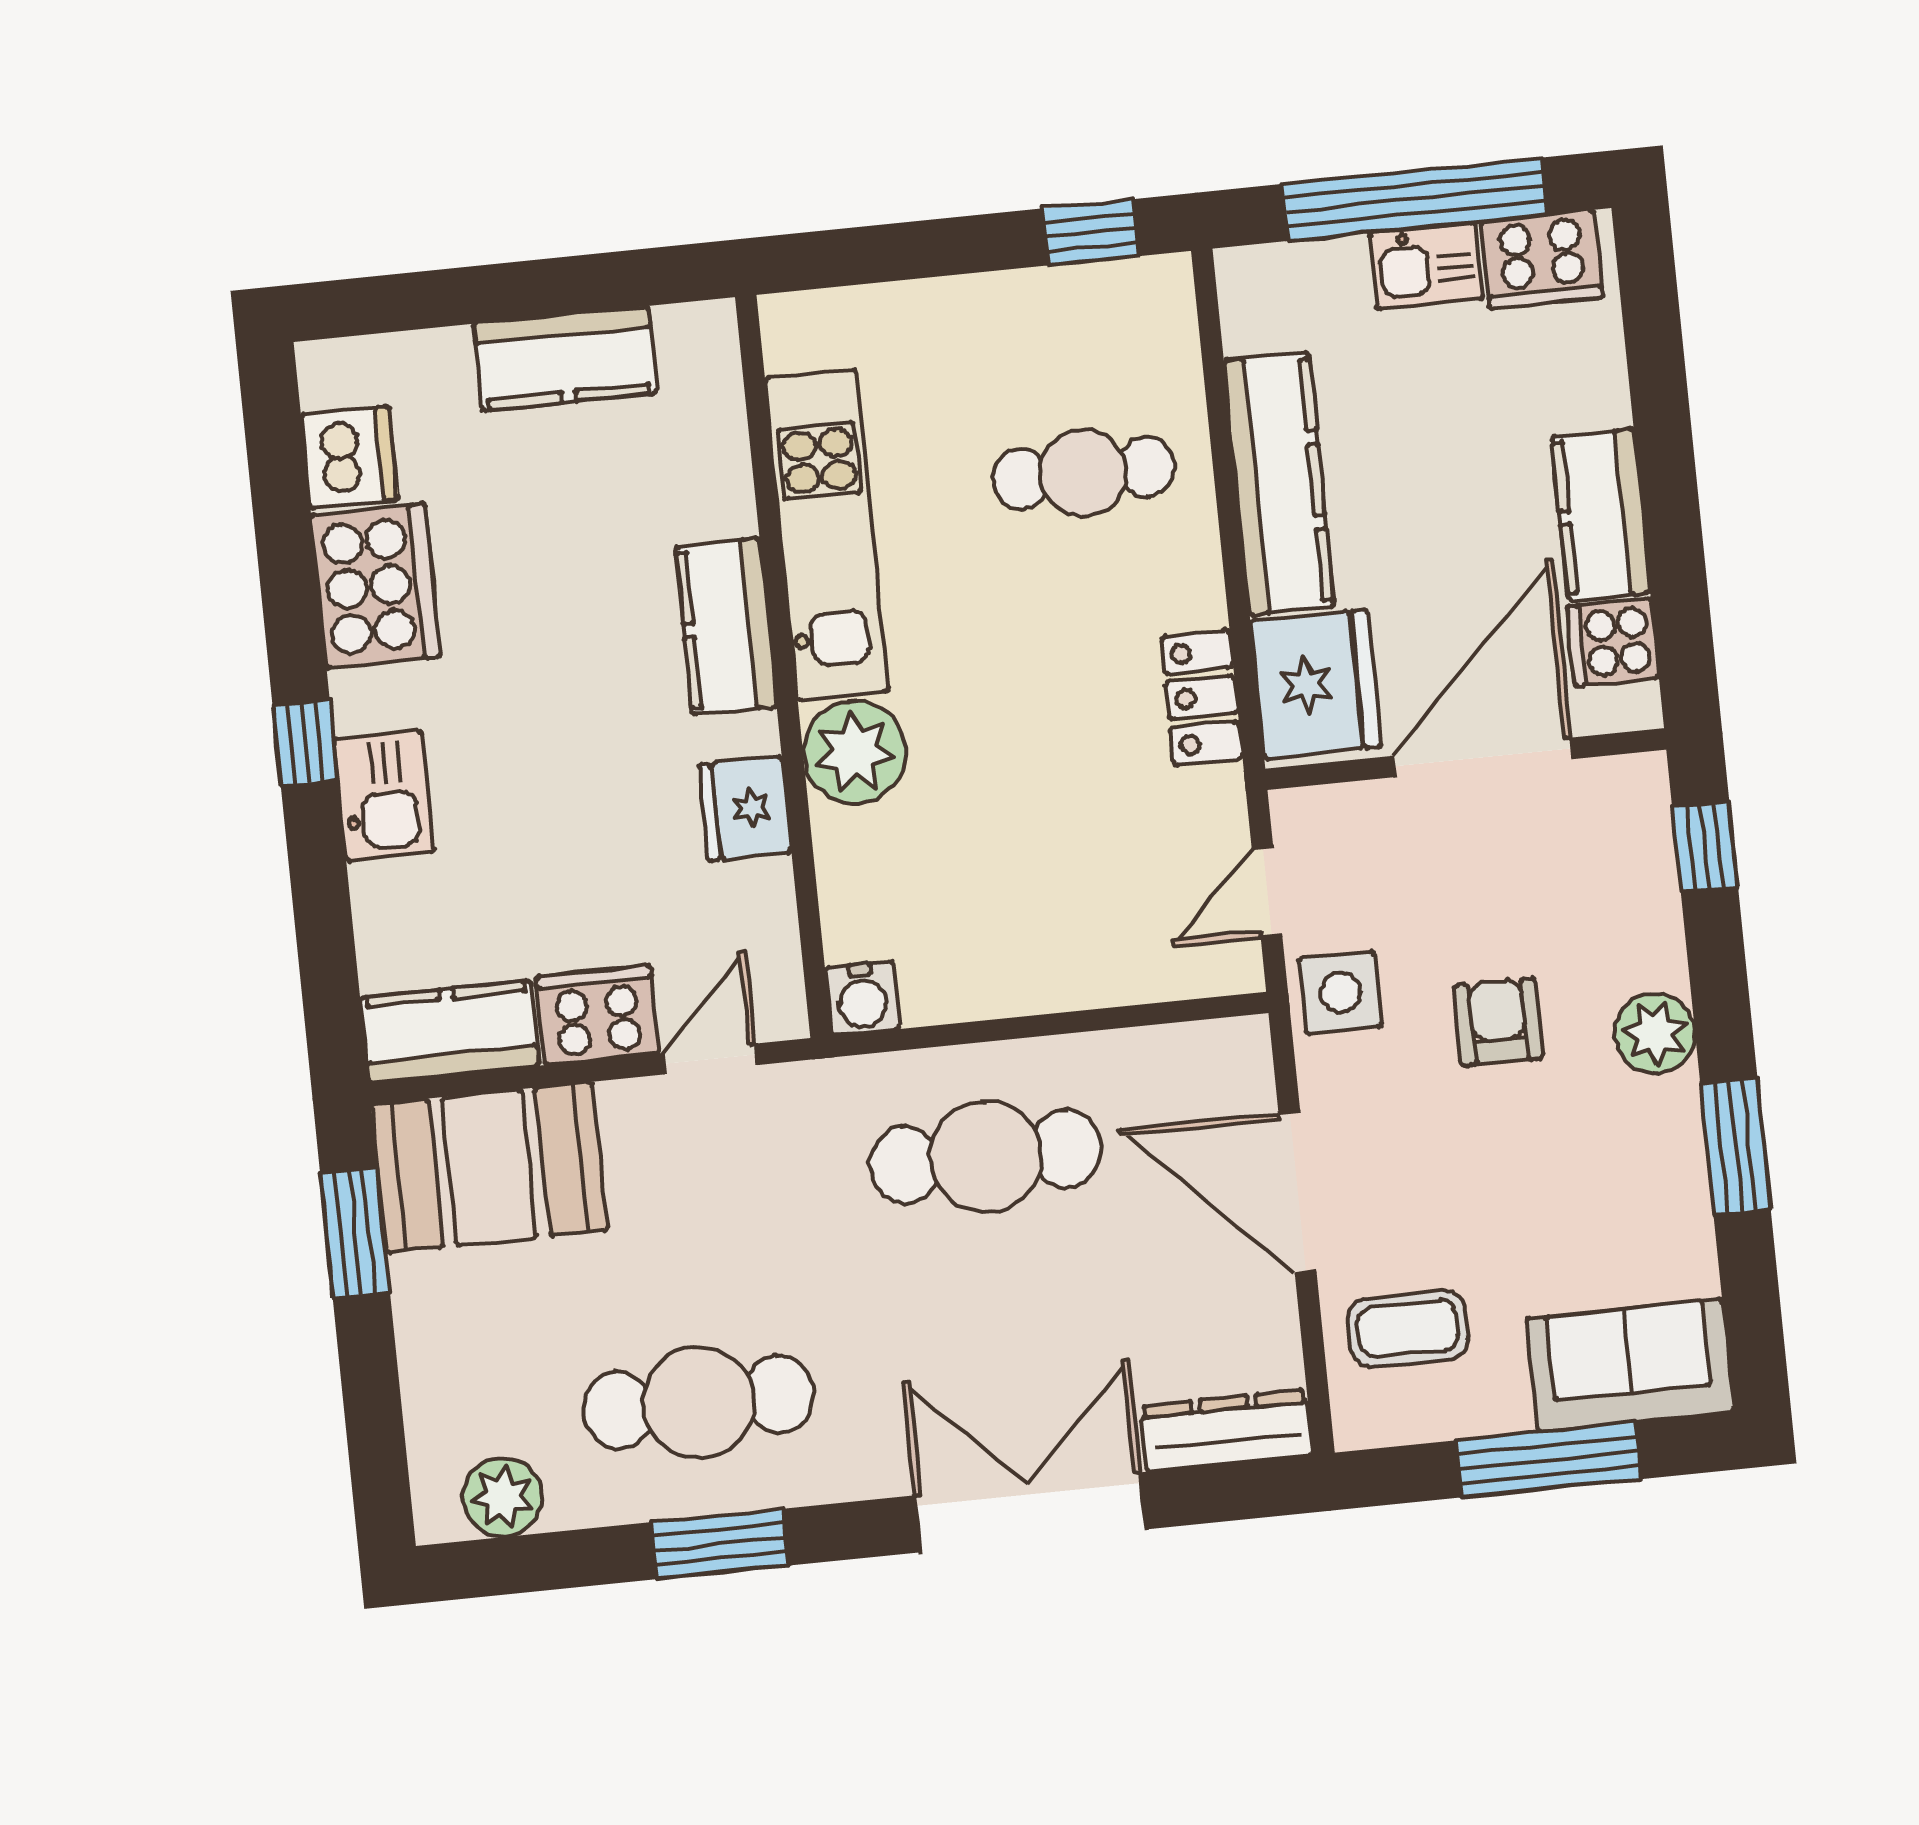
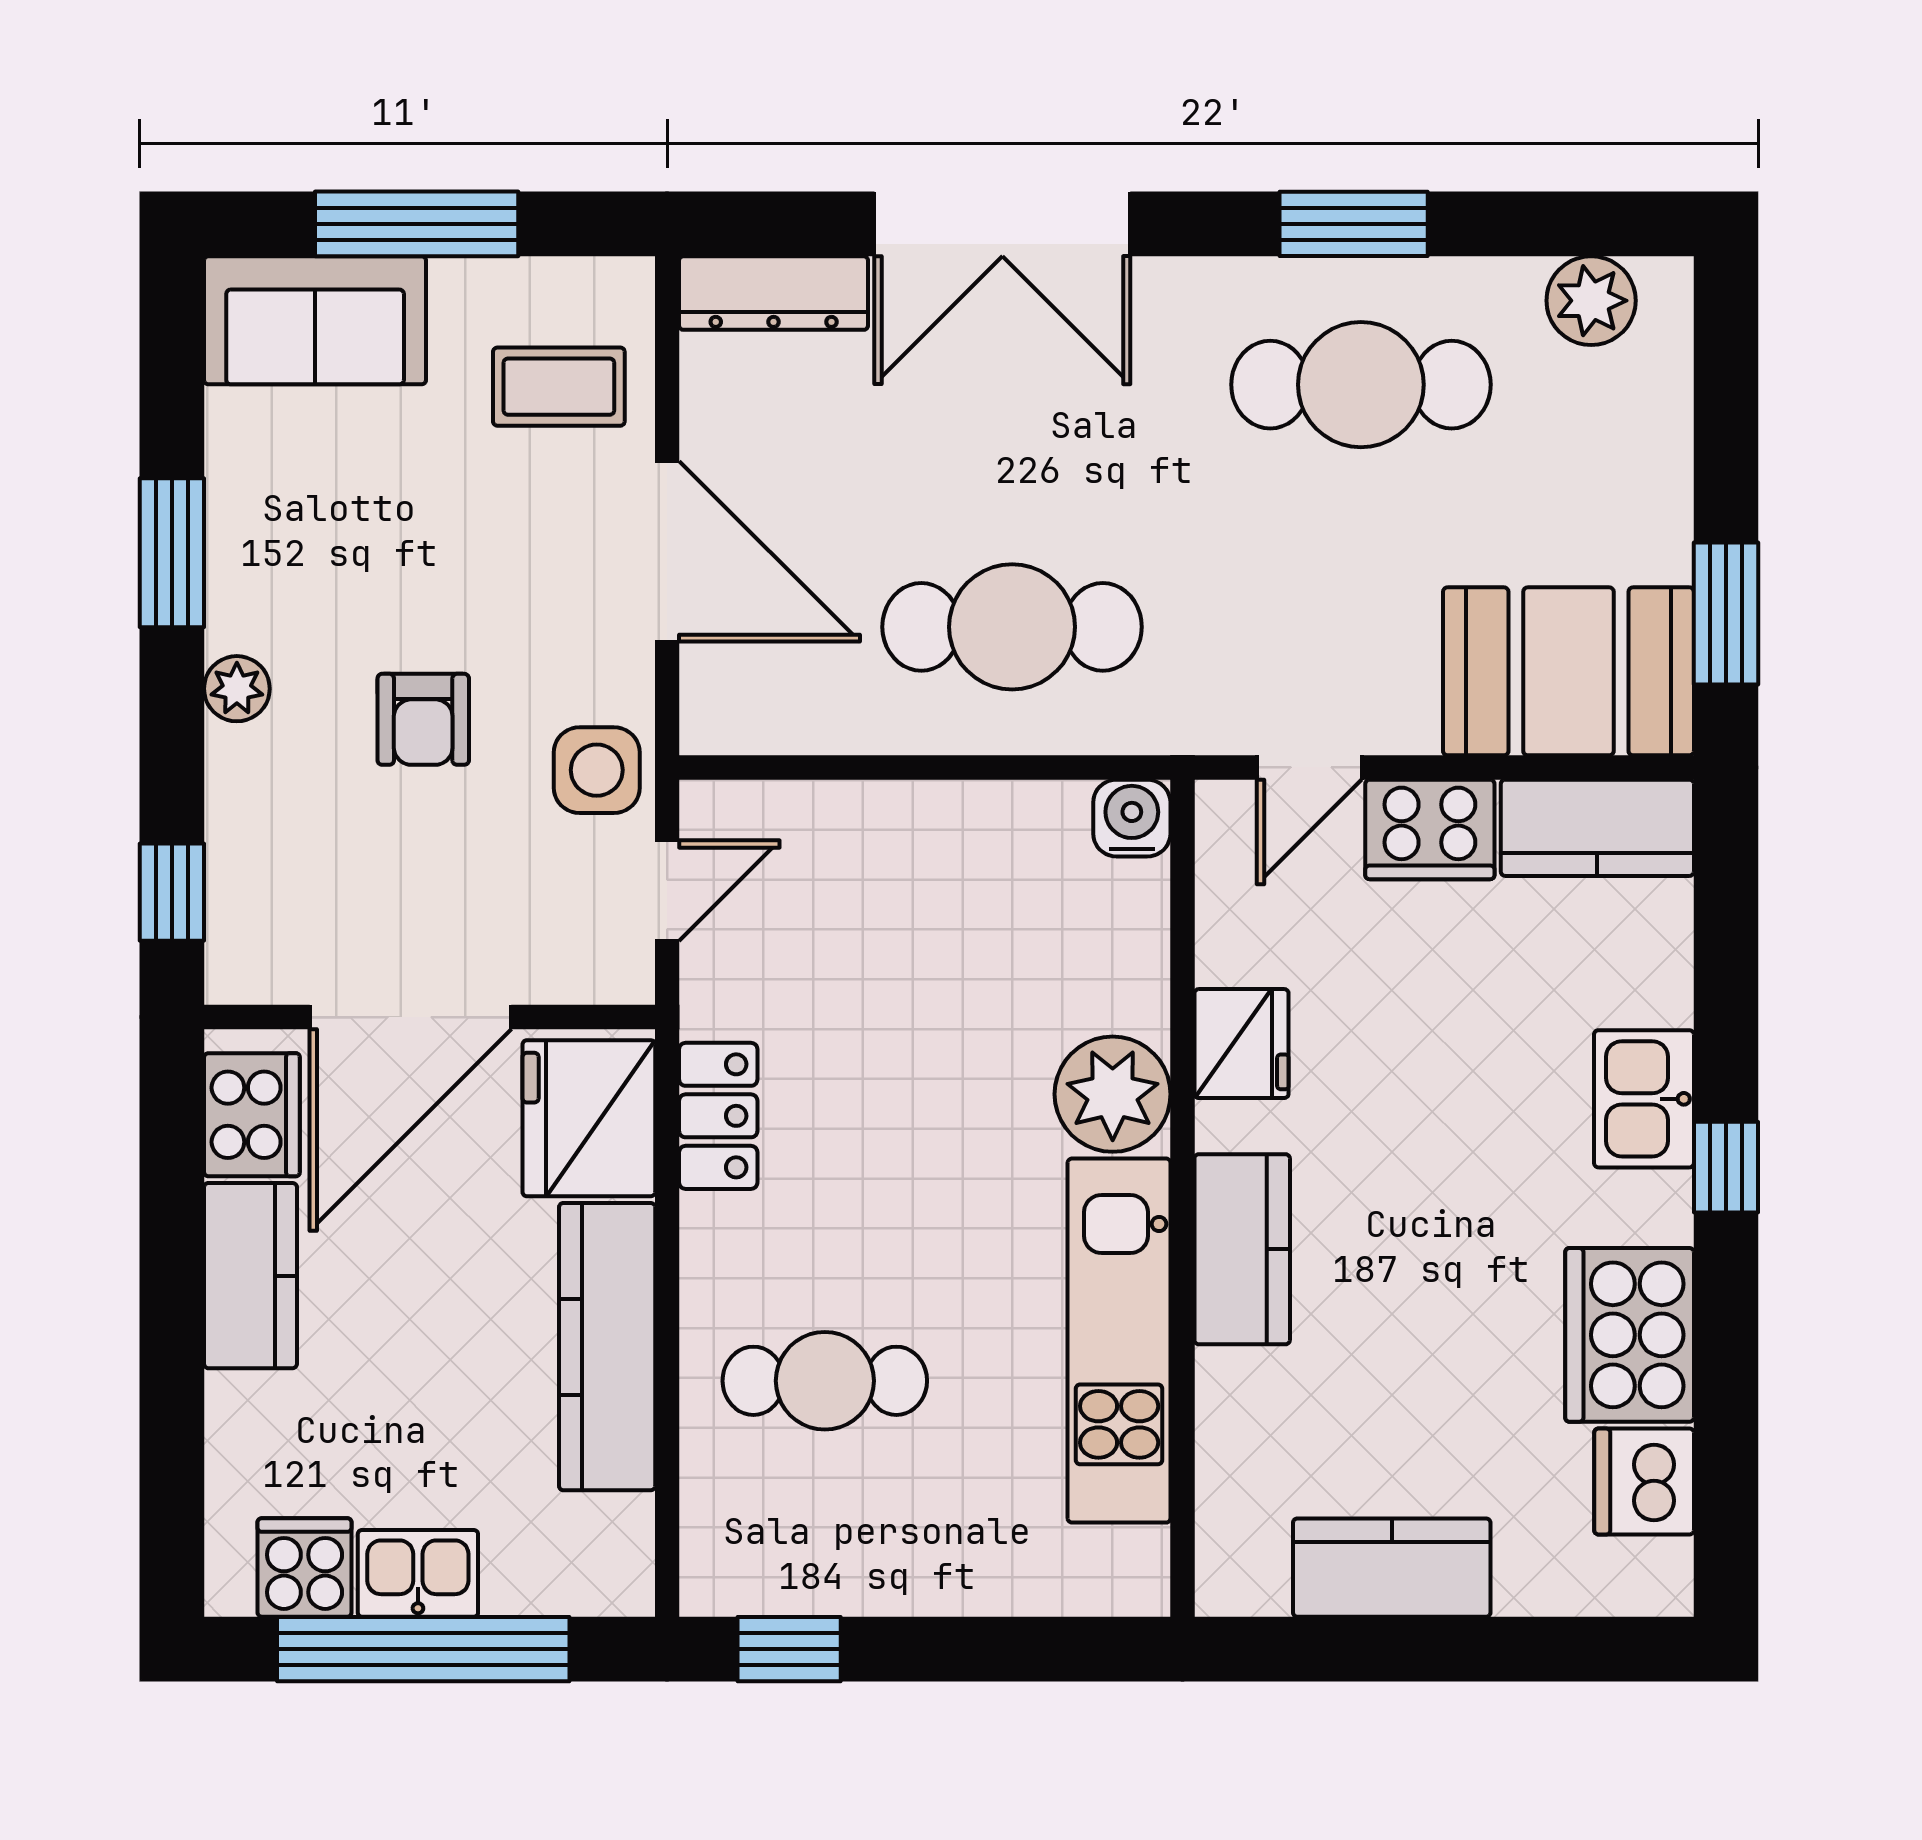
cooker: (1542, 259) -> (305, 1568), width x0.73
cooker: (1613, 642) -> (252, 1115), width x1.36
plant: (1655, 1033) -> (237, 689), width x0.73, depth x0.73

